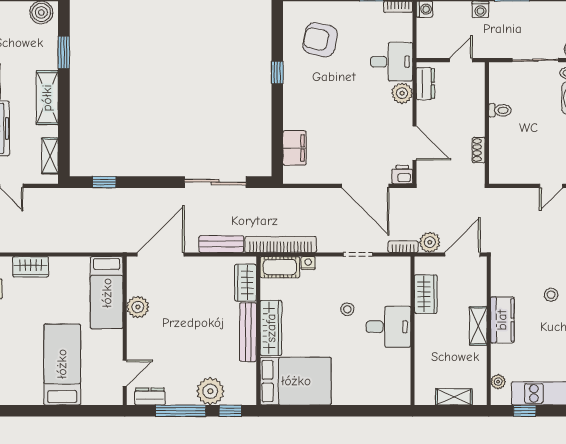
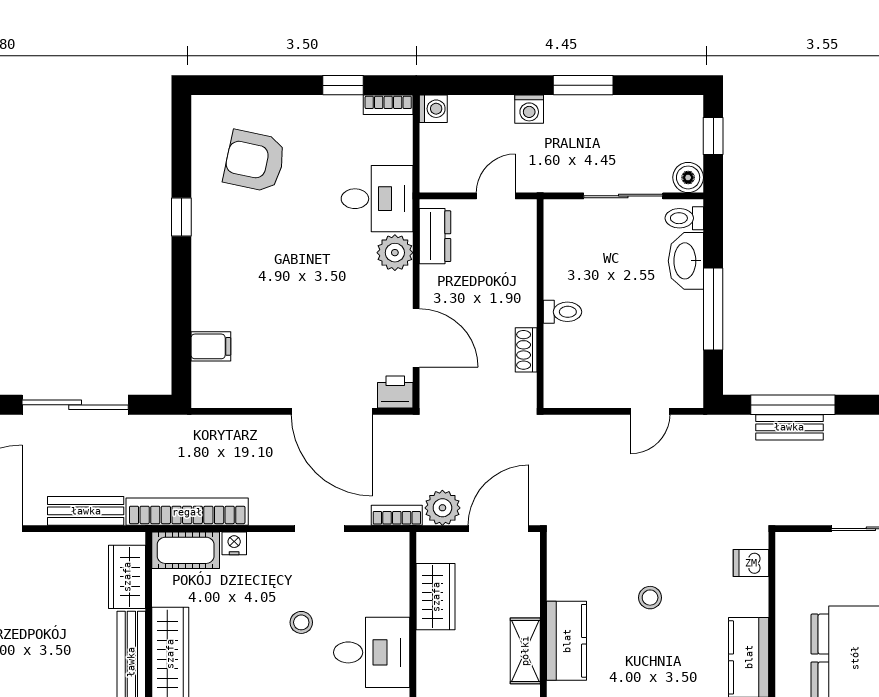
toilet: (500, 110) -> (562, 312), moved
filing cabinet: (295, 148) -> (211, 346), width x0.50

